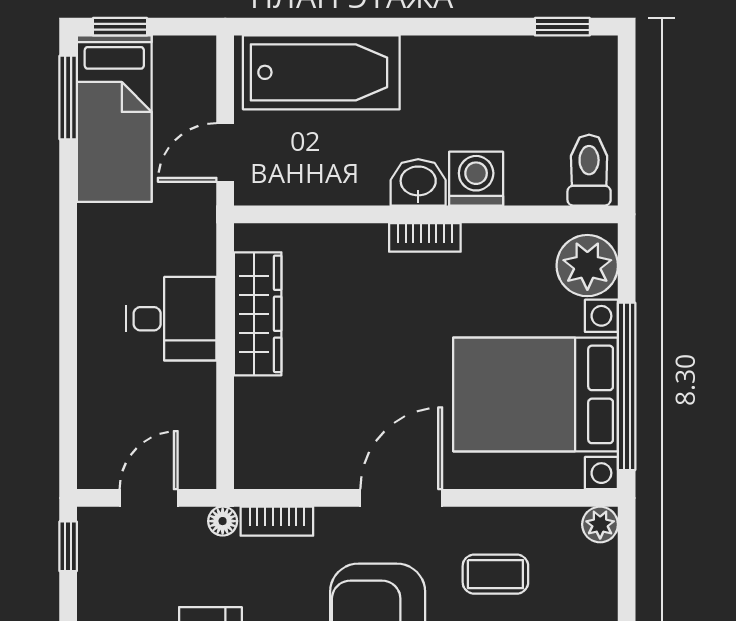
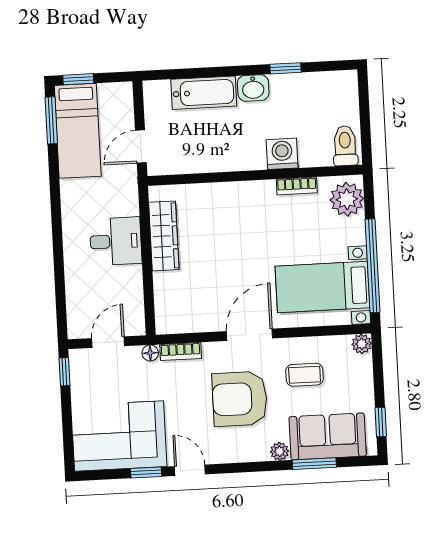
window: (562, 27) -> (286, 68), moved
bathtub: (321, 72) -> (204, 93), width x0.73, depth x0.73
washbasin: (418, 182) -> (253, 88), moved, turned 180
bookcase: (425, 237) -> (297, 186), moved
bed with nightstands: (536, 394) -> (322, 287), width x0.73

